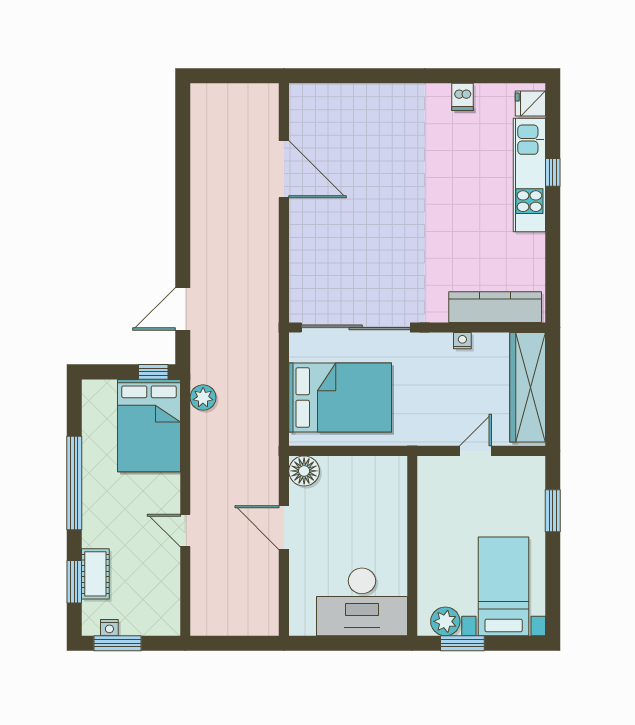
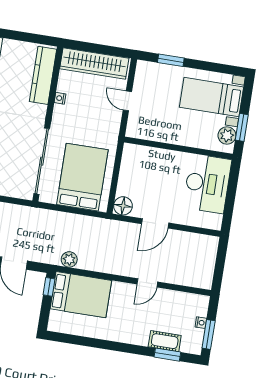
window: (74, 483) -> (108, 345), removed
nightstand: (109, 628) -> (201, 323), moved

